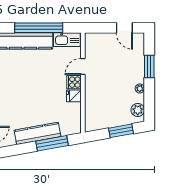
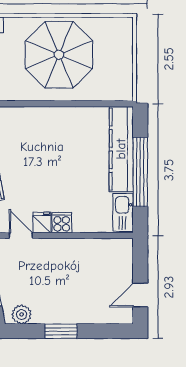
door: (83, 67) -> (21, 235), moved
window: (149, 67) -> (61, 331), moved
plant: (140, 89) -> (53, 318), removed

